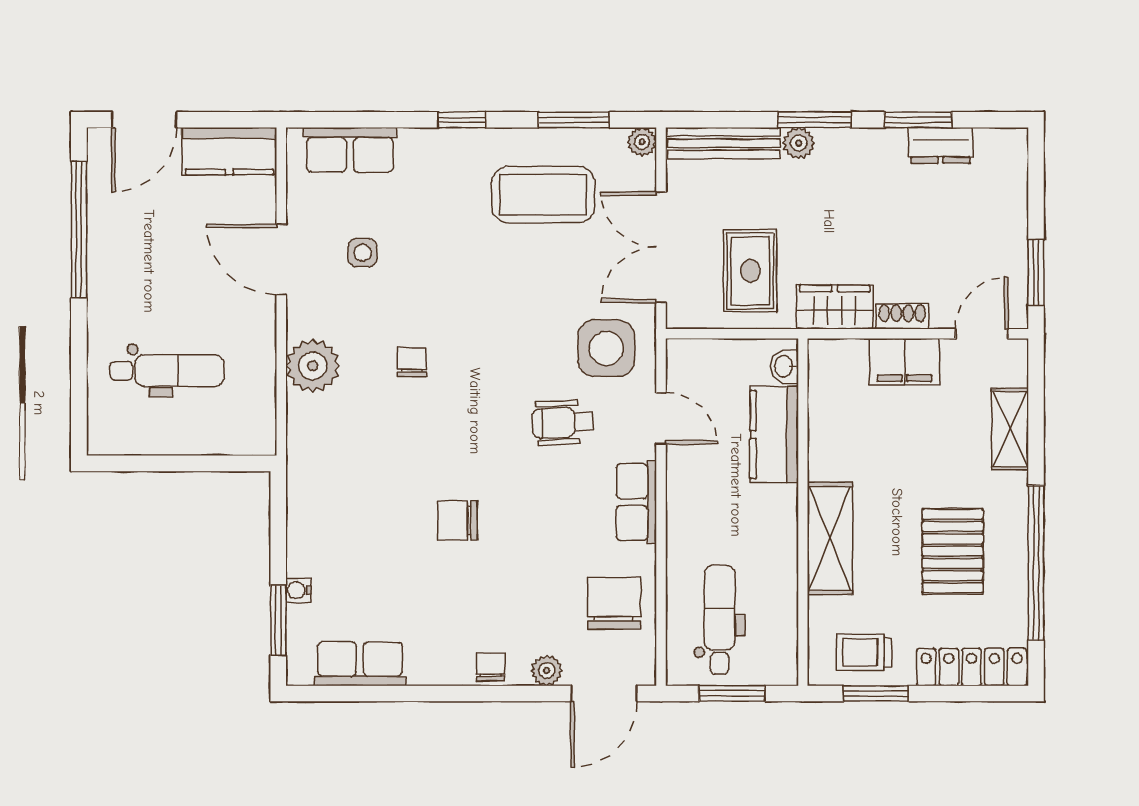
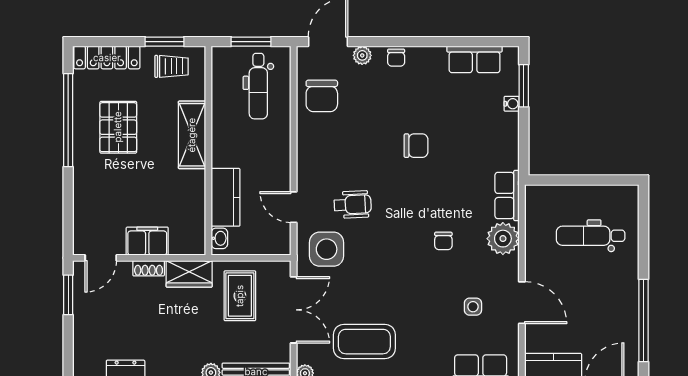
shelving: (1010, 429) -> (84, 201), removed
row of seats: (636, 502) -> (507, 195), moved, turned 180

